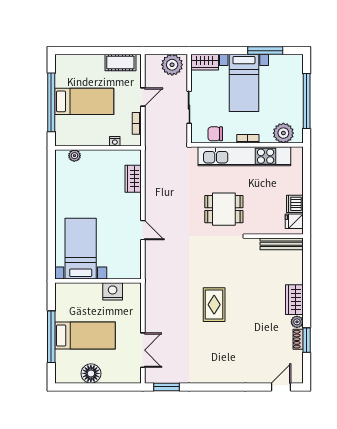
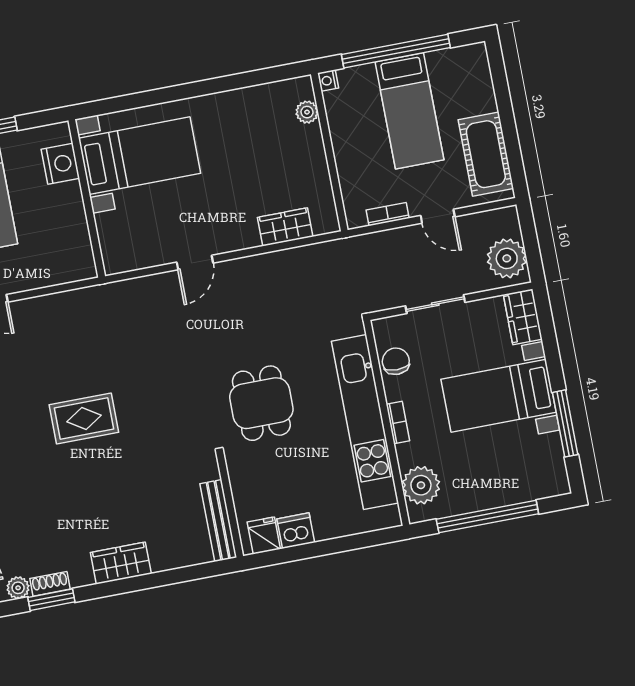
cot: (120, 62) -> (486, 154), width x1.37, depth x1.34
nightstand: (115, 141) -> (328, 80), moved
nightstand: (113, 291) -> (60, 164), moved
plant: (297, 322) -> (18, 588), moved

